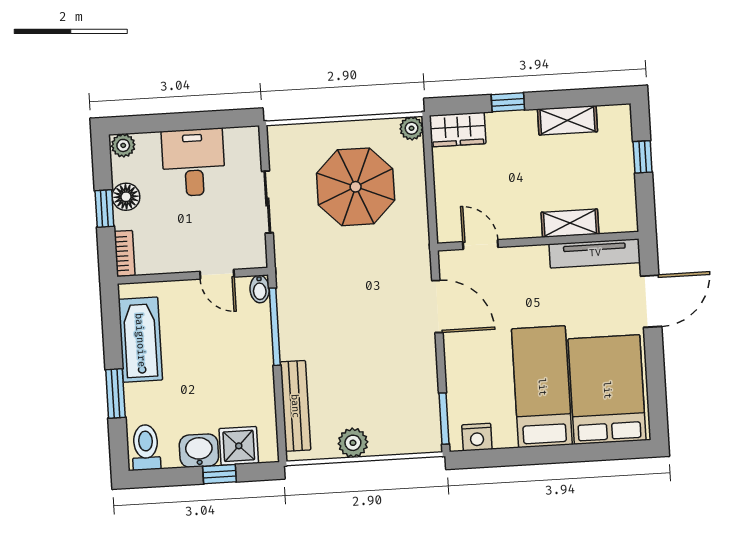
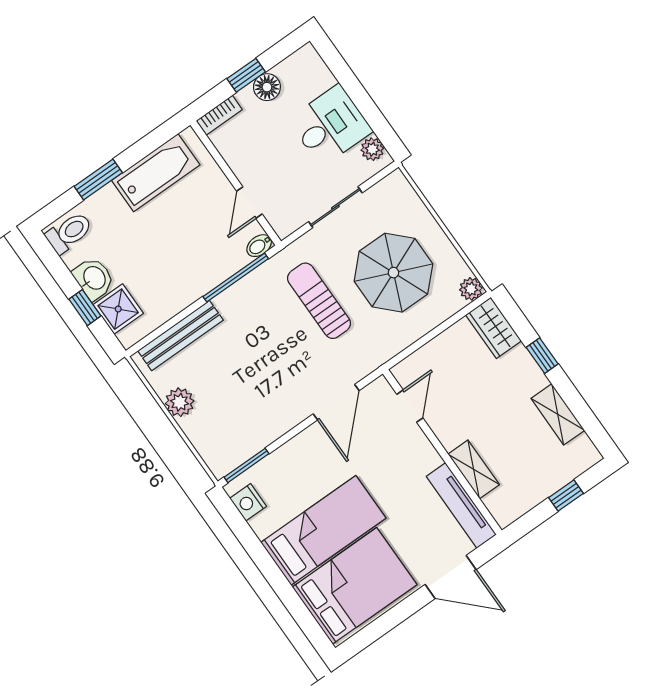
plant: (123, 145) -> (372, 149), moved
sun lounger: (340, 267) -> (319, 301), added

